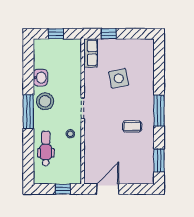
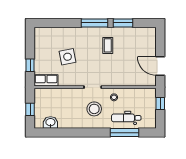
washbasin: (40, 78) -> (50, 122), moved
stool: (45, 101) -> (94, 109), moved
window: (28, 112) -> (125, 133), moved
window: (159, 160) -> (123, 23), moved

